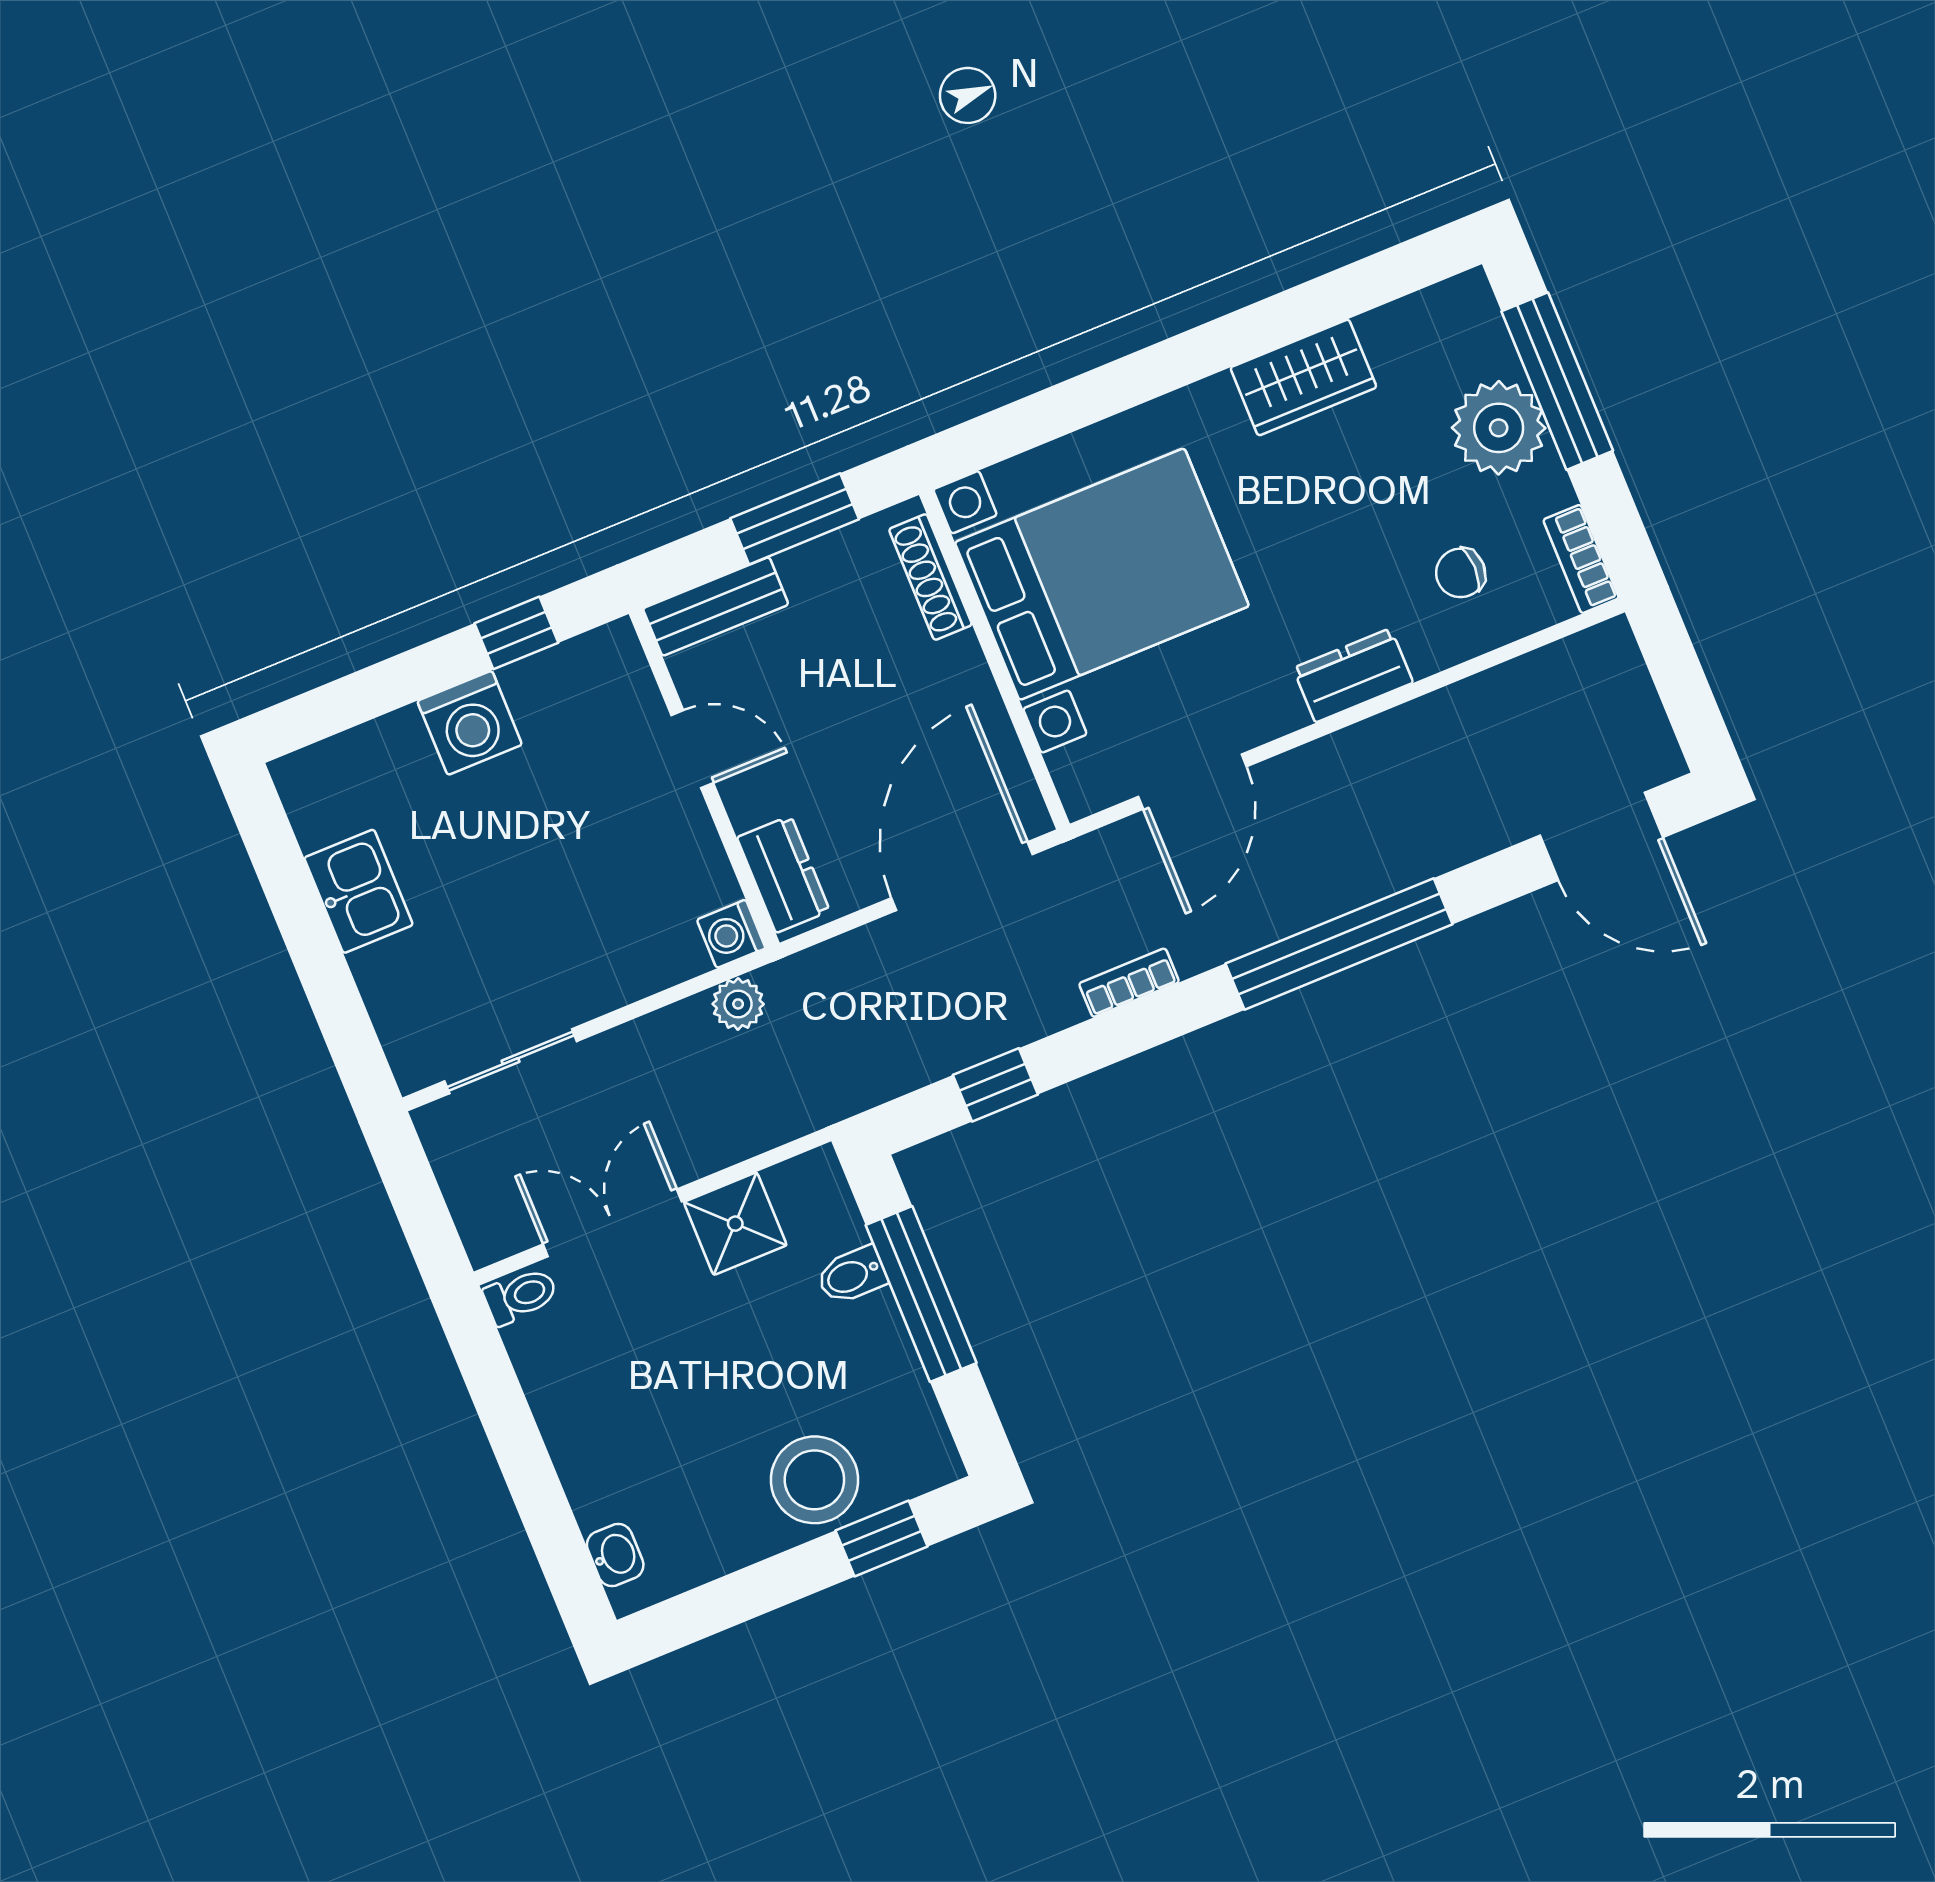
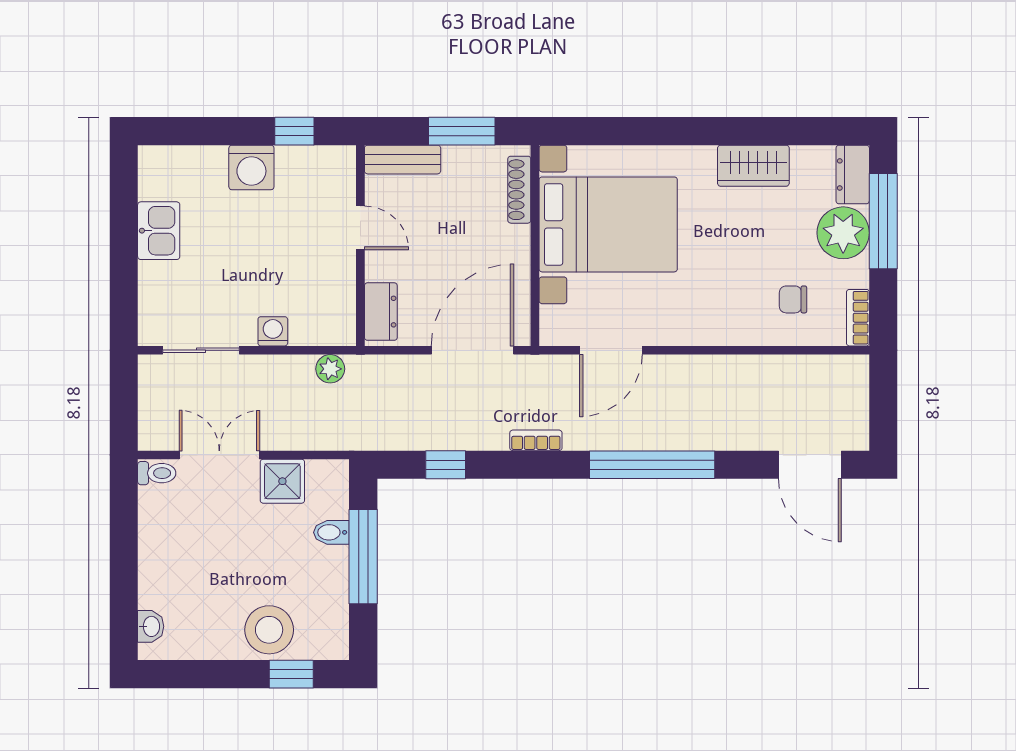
dresser: (1353, 675) -> (853, 174), moved, turned -90
washing machine: (731, 934) -> (273, 331), moved, turned 90

